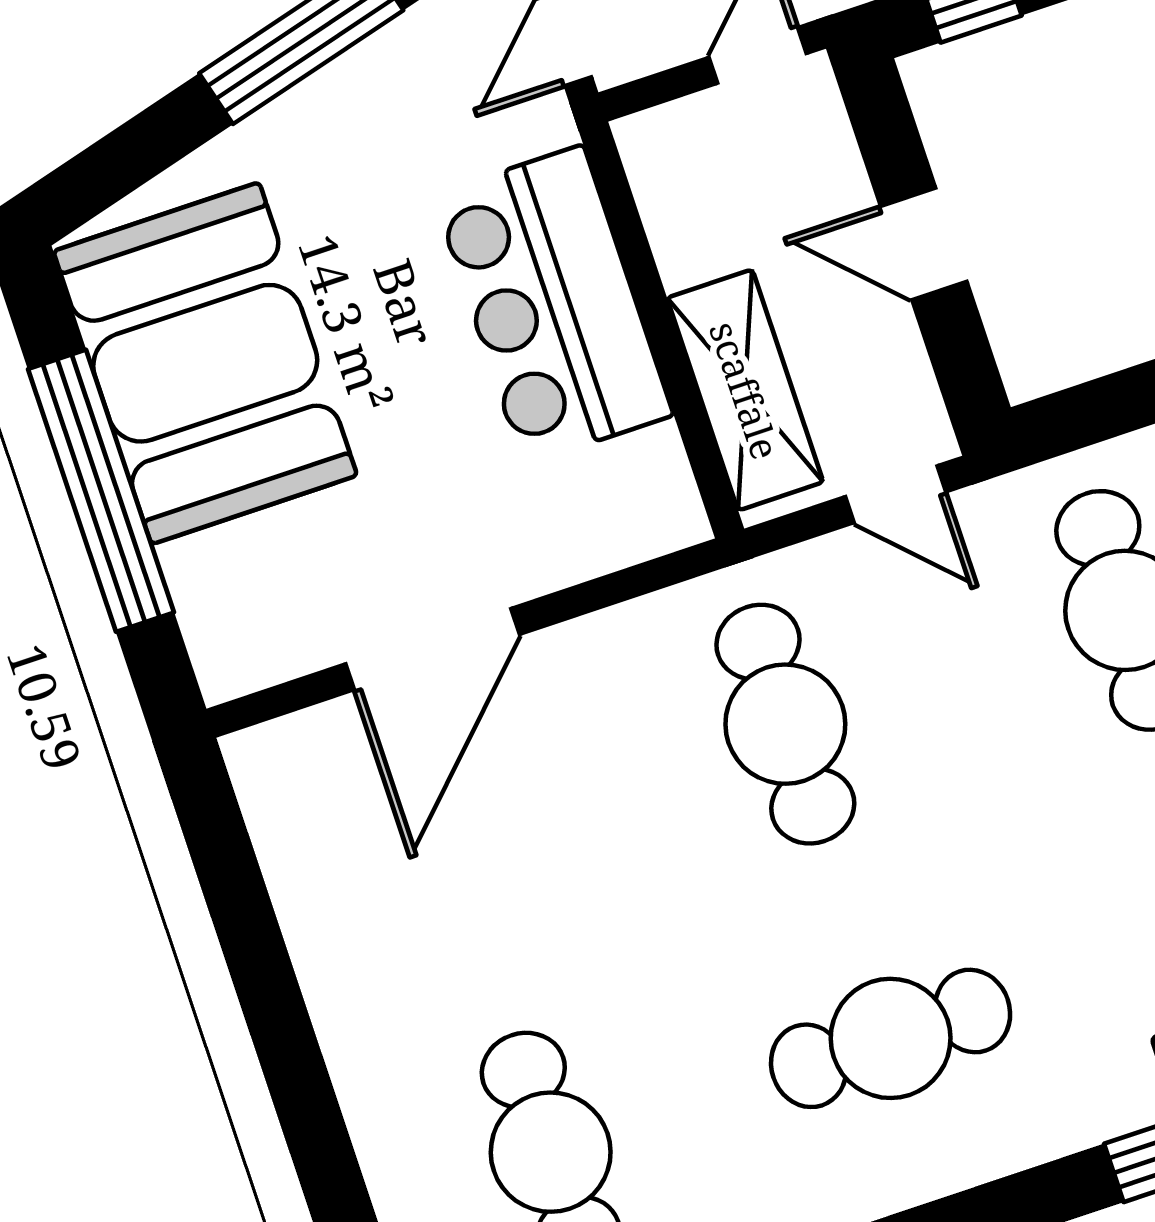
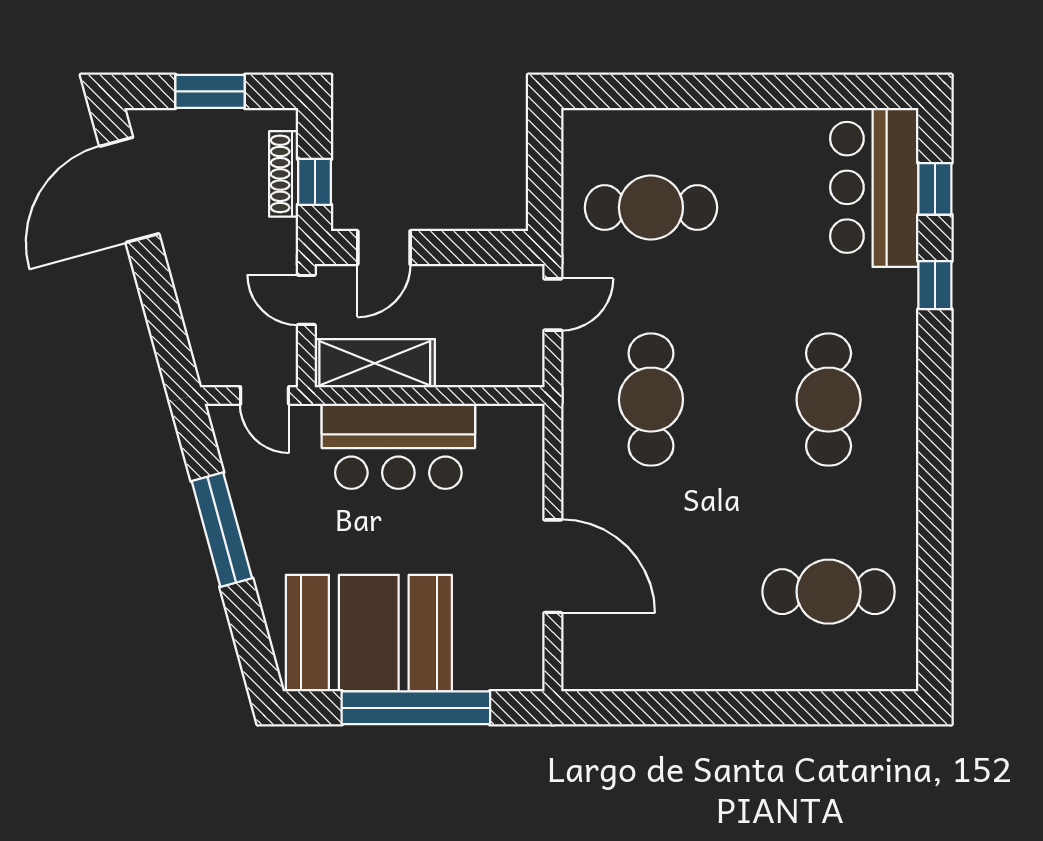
door: (924, 244) -> (384, 248), moved
shelving: (745, 390) -> (375, 363), moved
cafe table: (785, 724) -> (651, 400), turned 90

